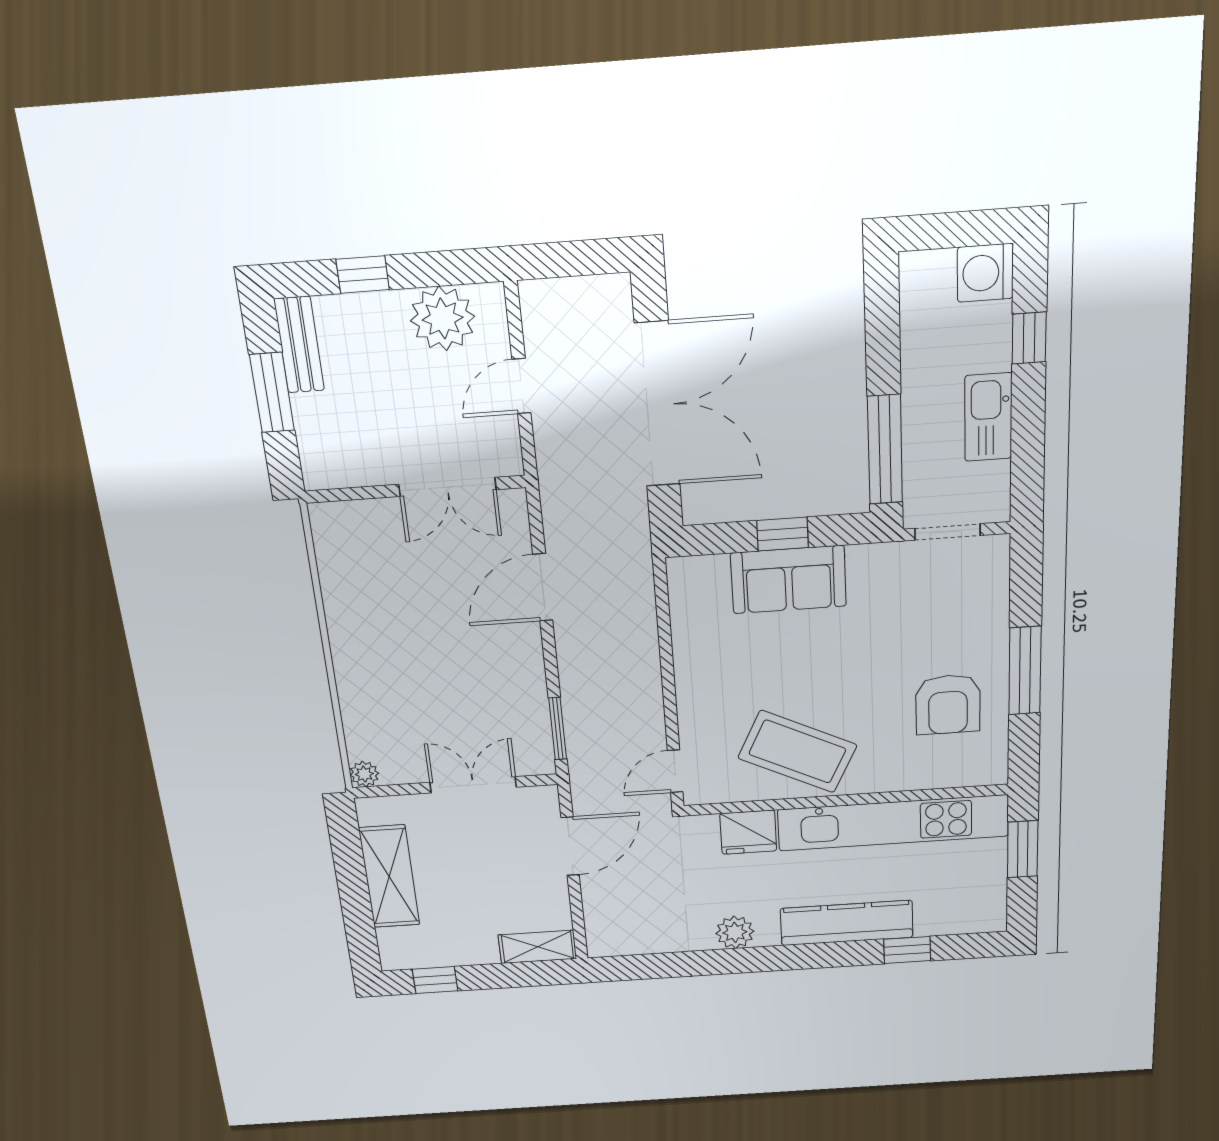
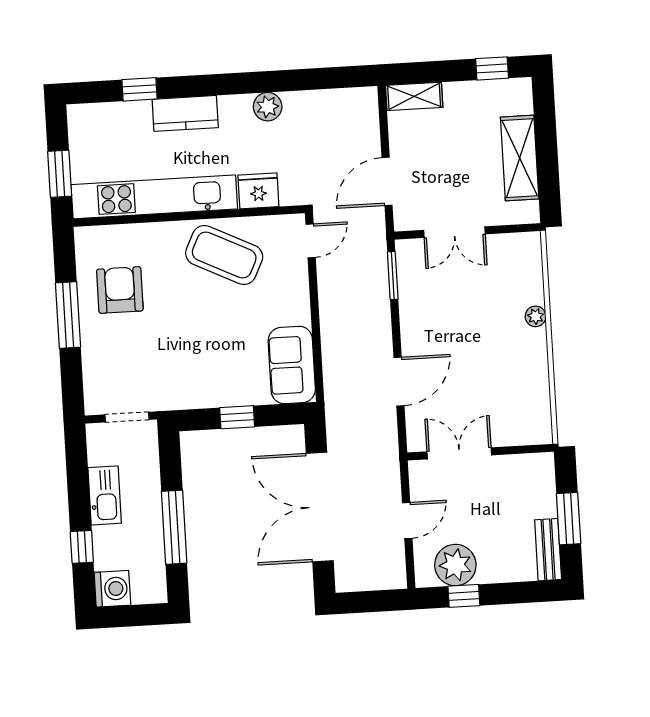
window: (363, 274) -> (464, 596), moved
window: (885, 450) -> (174, 527), moved
sofa: (789, 580) -> (292, 365), moved, turned -90
plant: (364, 774) -> (536, 316), moved
kitchen counter: (847, 923) -> (185, 113), width x0.67

